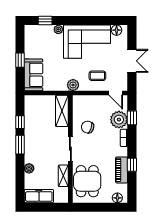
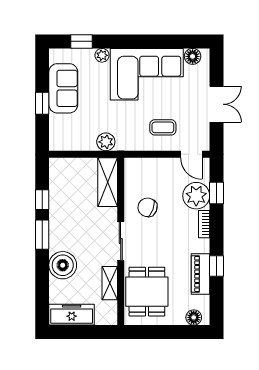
sofa: (33, 75) -> (63, 88), moved
plant: (73, 85) -> (106, 142), moved
boiler: (29, 168) -> (63, 265), width x1.86, depth x1.86

